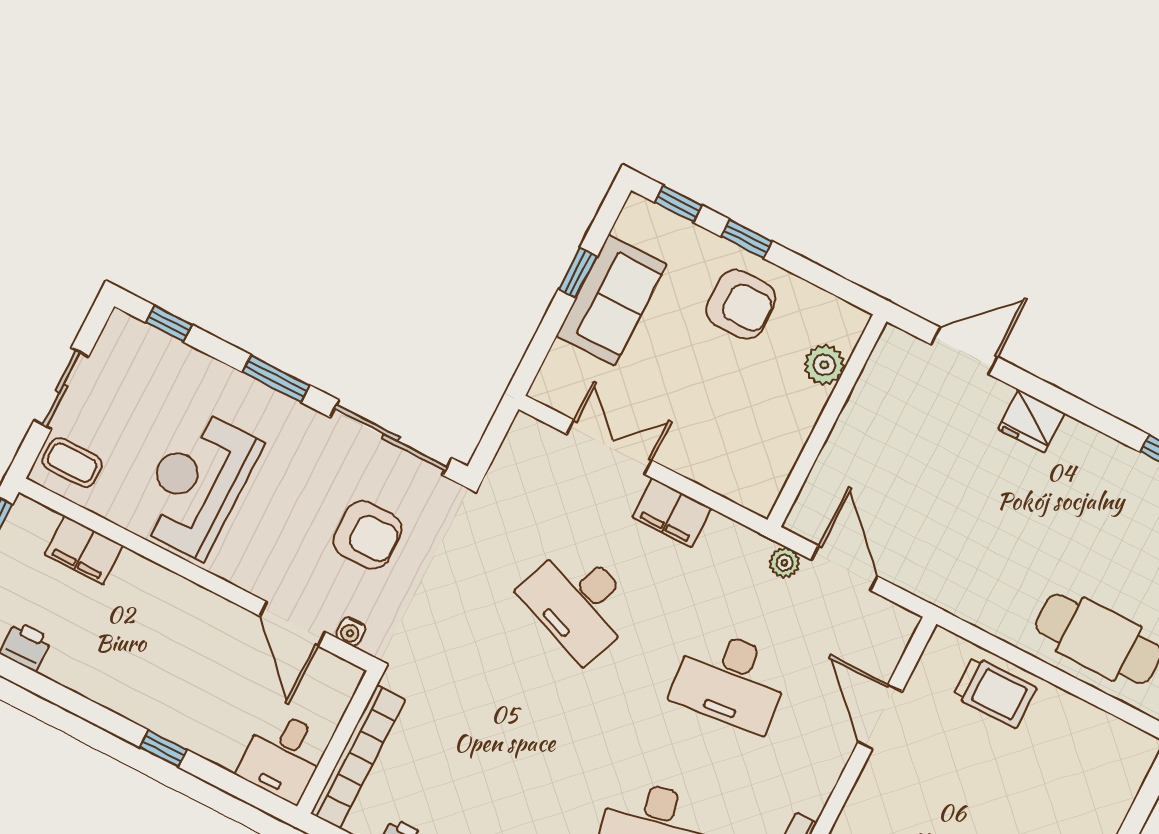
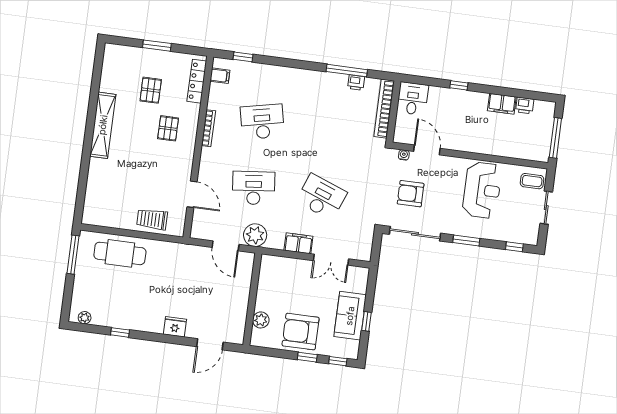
armchair: (741, 304) -> (301, 332), width x1.36, depth x1.36
filing cabinet: (84, 550) -> (502, 104), moved, turned 180
plant: (784, 563) -> (255, 235), width x1.87, depth x1.87

